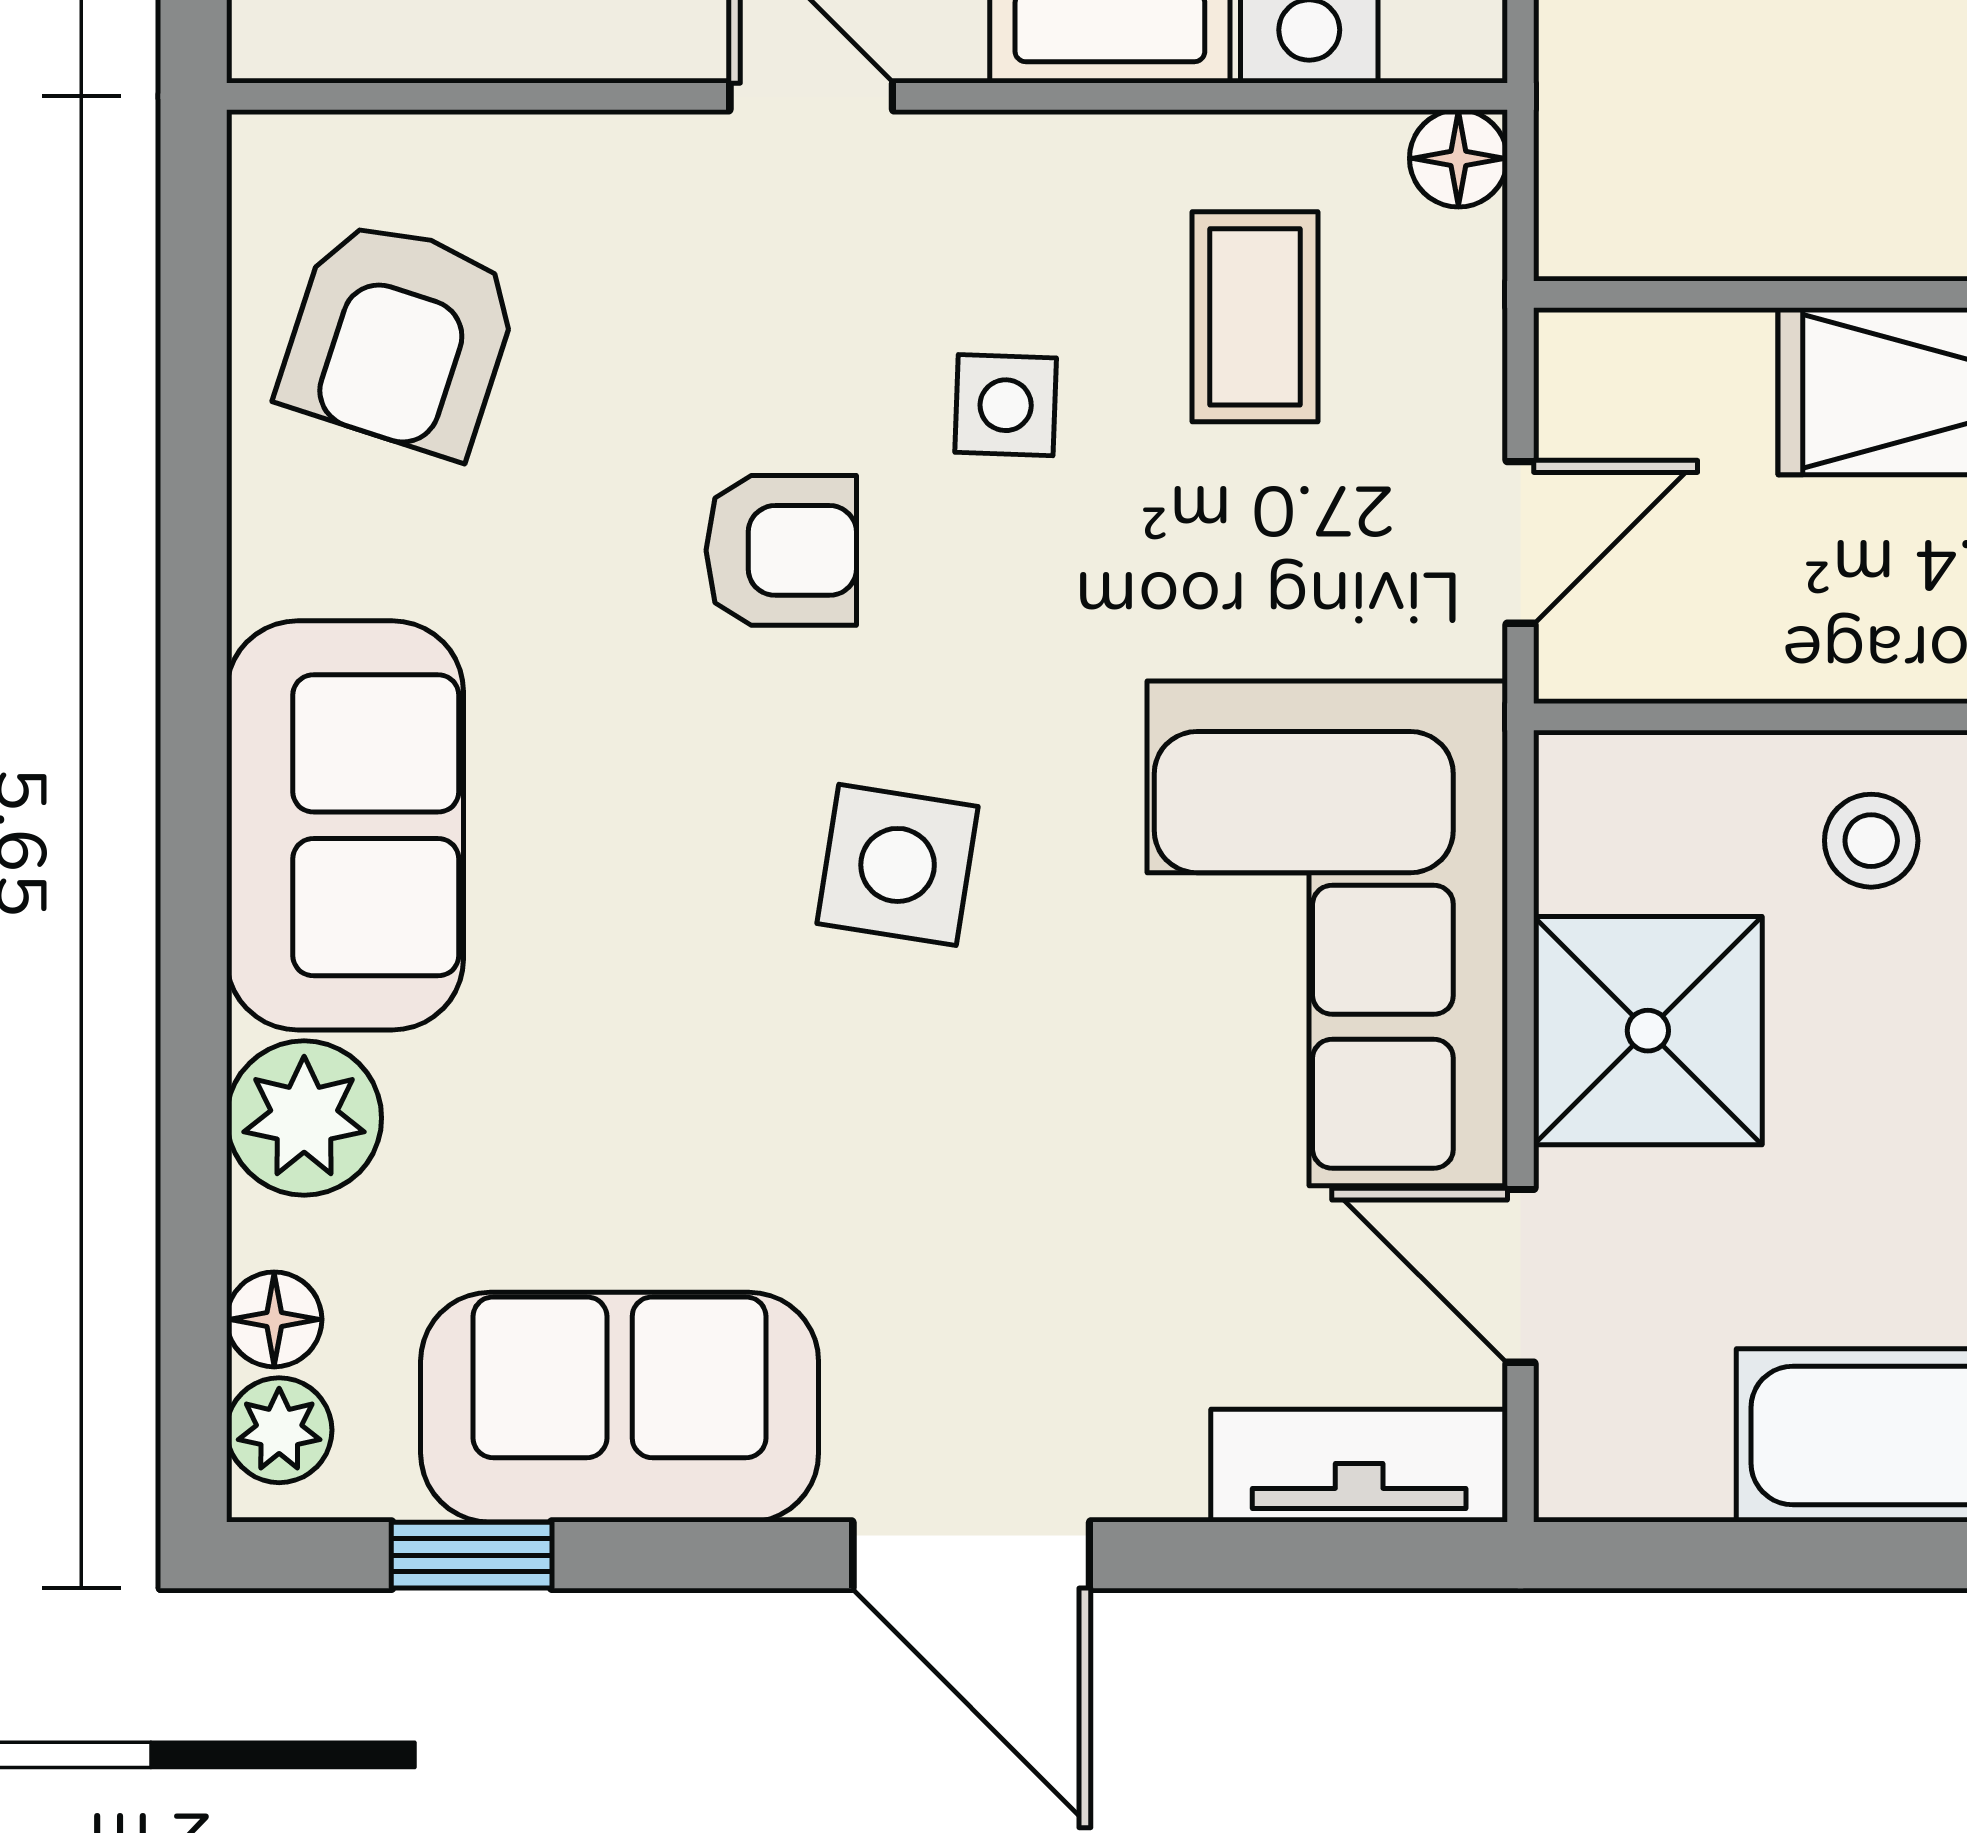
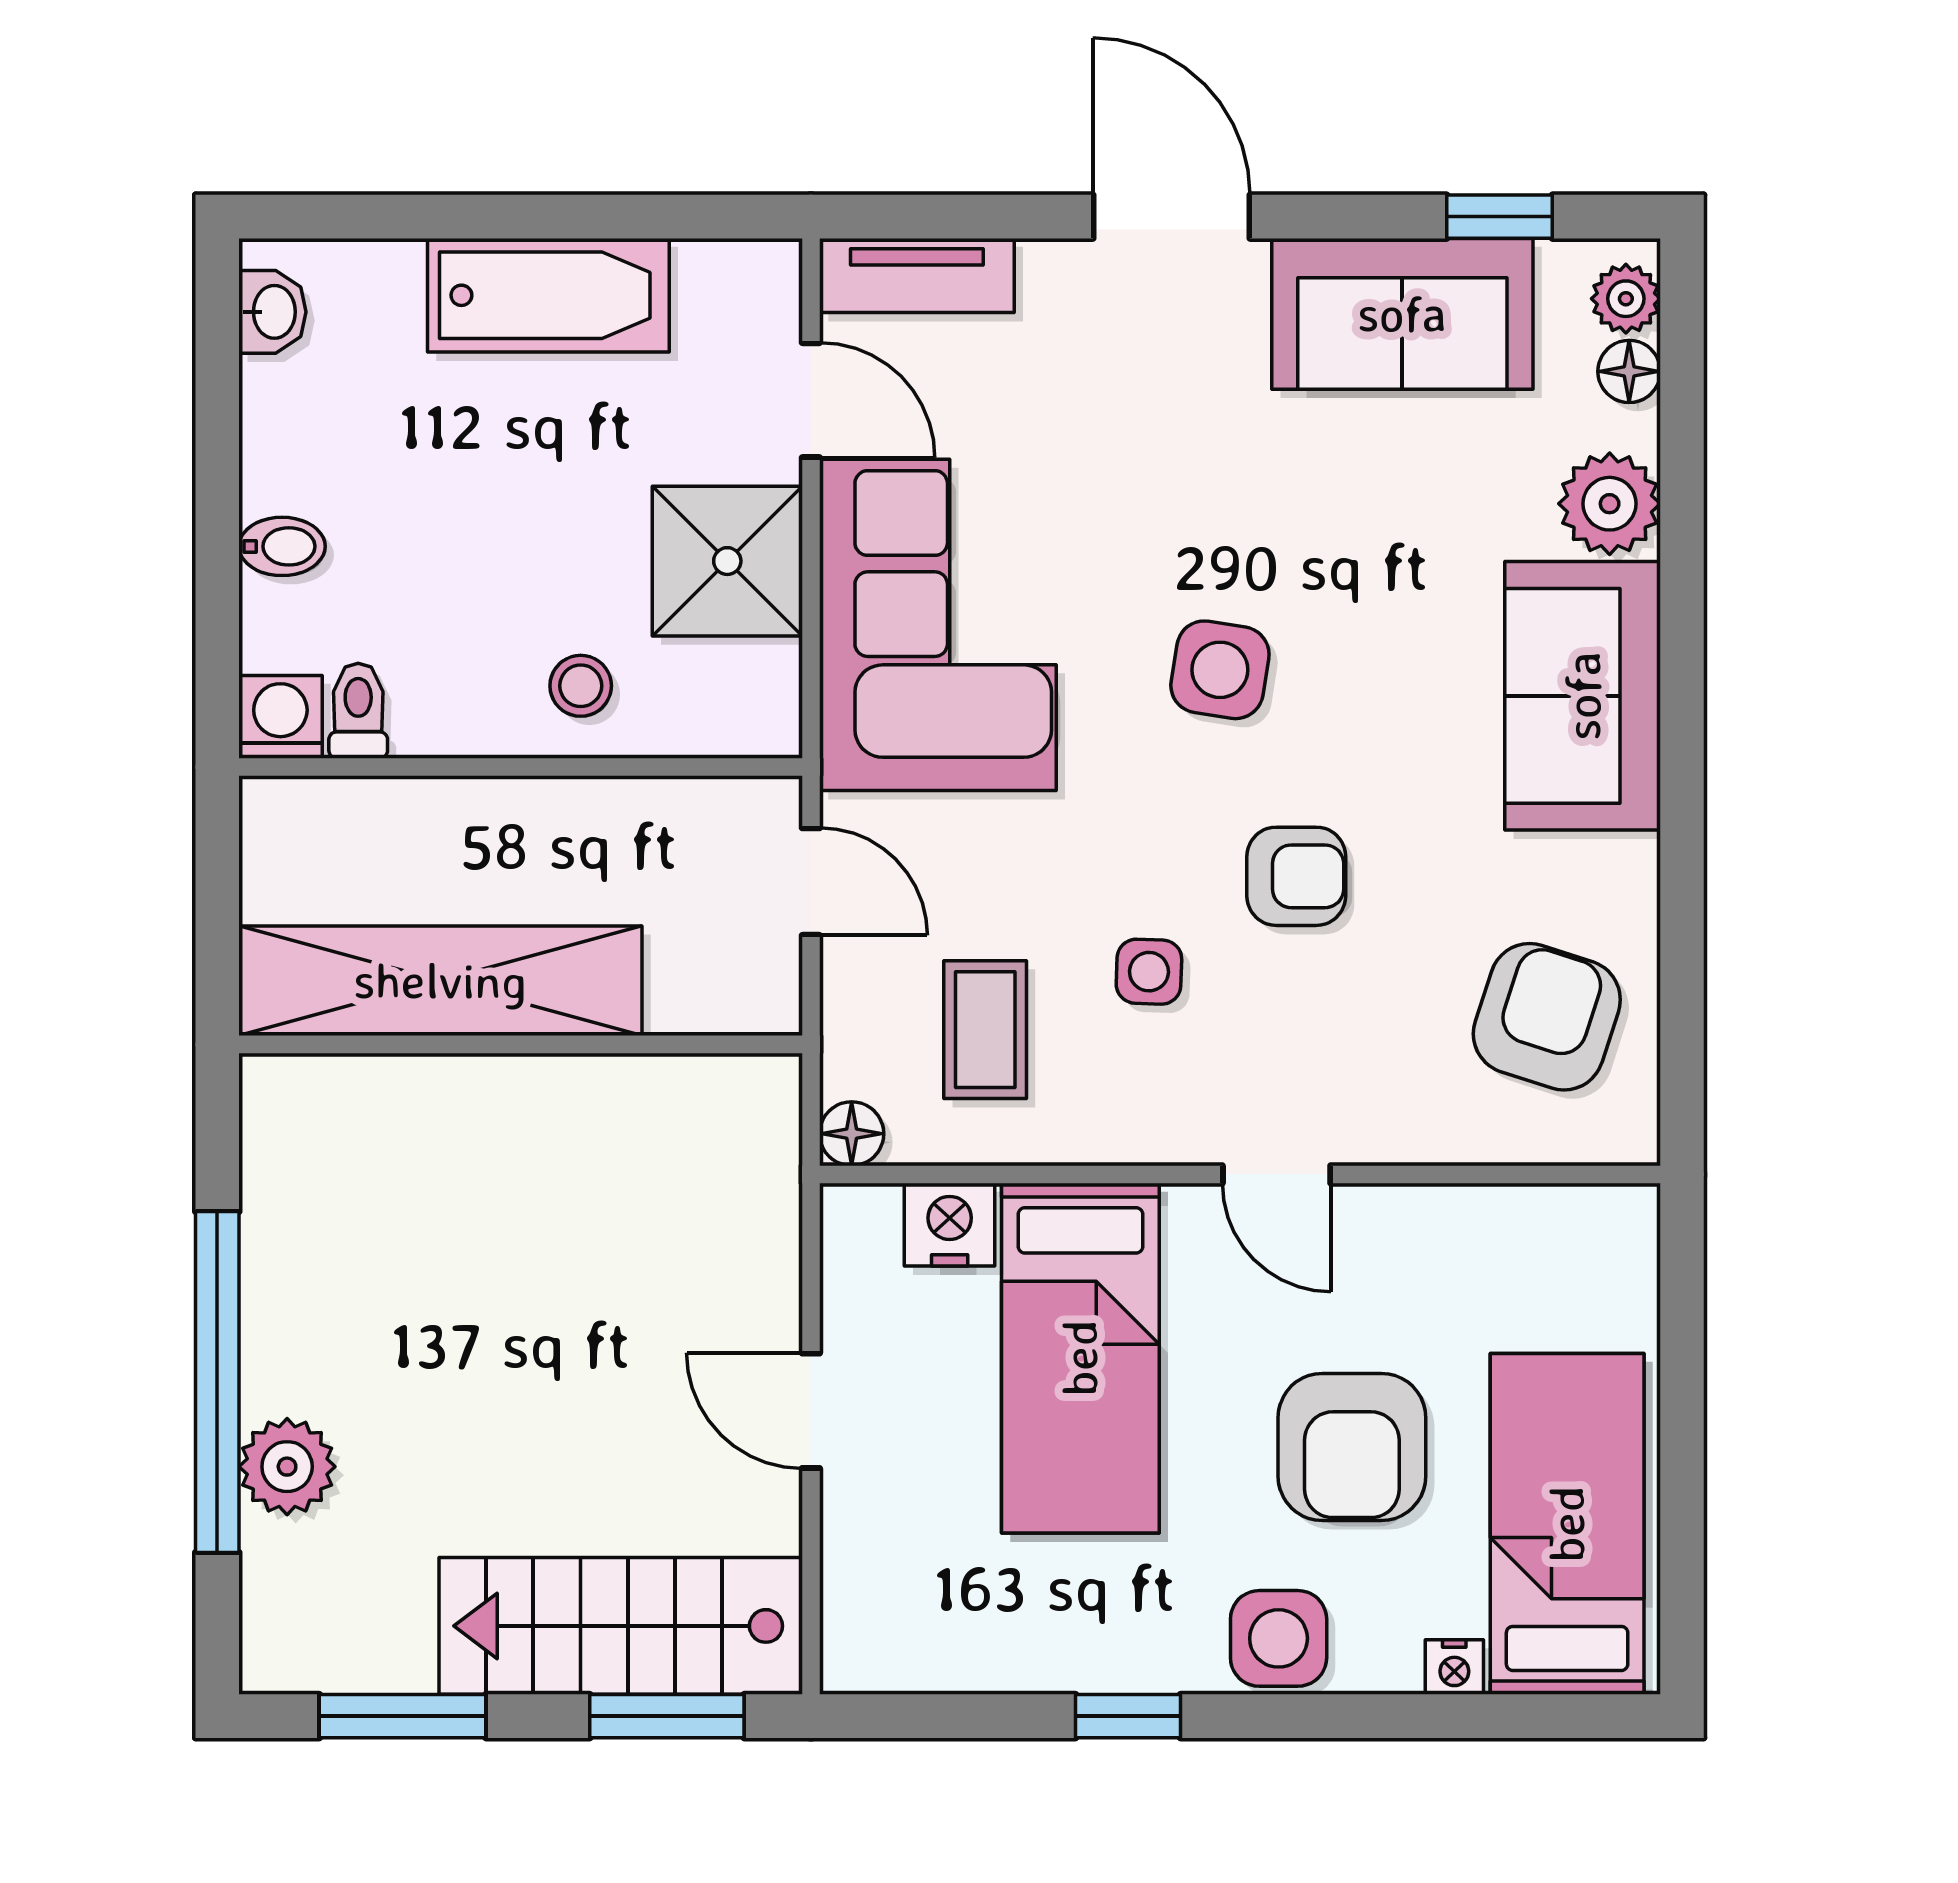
door: (1520, 542) -> (811, 882), swing flipped
armchair: (781, 550) -> (1296, 876), turned 180

